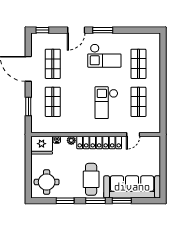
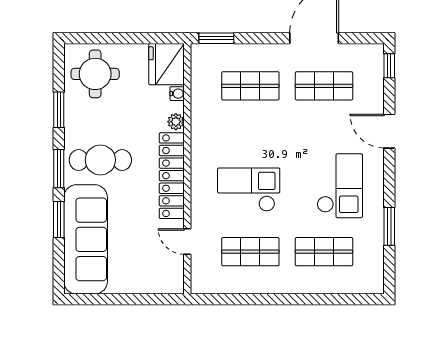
window: (103, 30) -> (389, 226), moved
checkout: (104, 56) -> (340, 186), turned 180
window: (28, 107) -> (216, 38), moved

